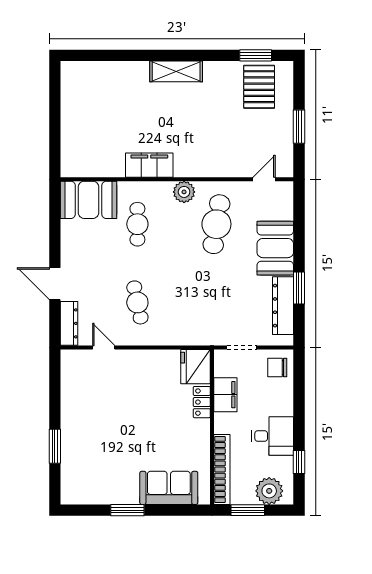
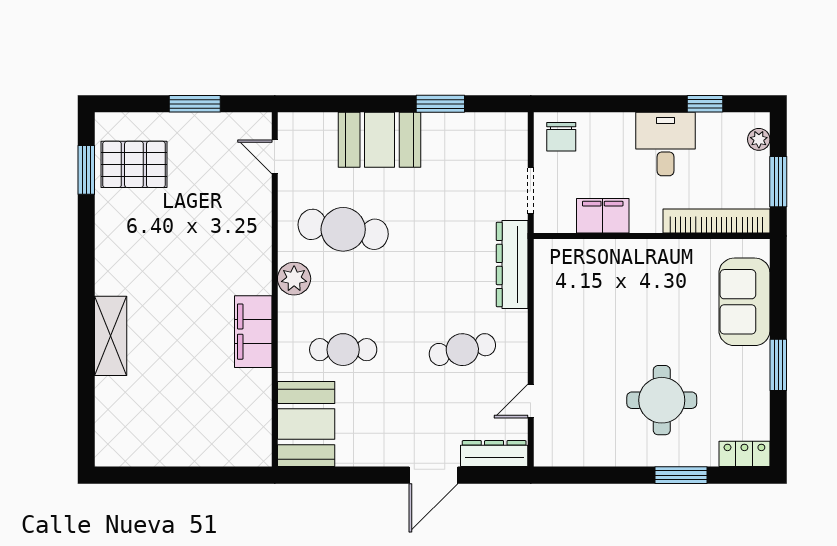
shelving: (176, 71) -> (111, 336), moved
dresser: (283, 306) -> (512, 264), moved, turned 90
fridge: (196, 367) -> (560, 261), removed
locker: (202, 402) -> (744, 454), moved, turned 180
round table: (104, 434) -> (662, 400), added
plant: (269, 491) -> (759, 139), width x0.53, depth x0.53

